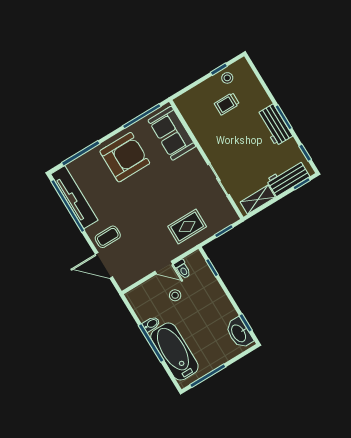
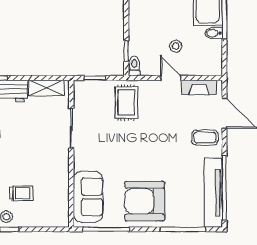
rug: (187, 226) -> (126, 103), turned 90
toilet: (182, 269) -> (134, 66), moved
fireplace: (137, 274) -> (199, 87), added

